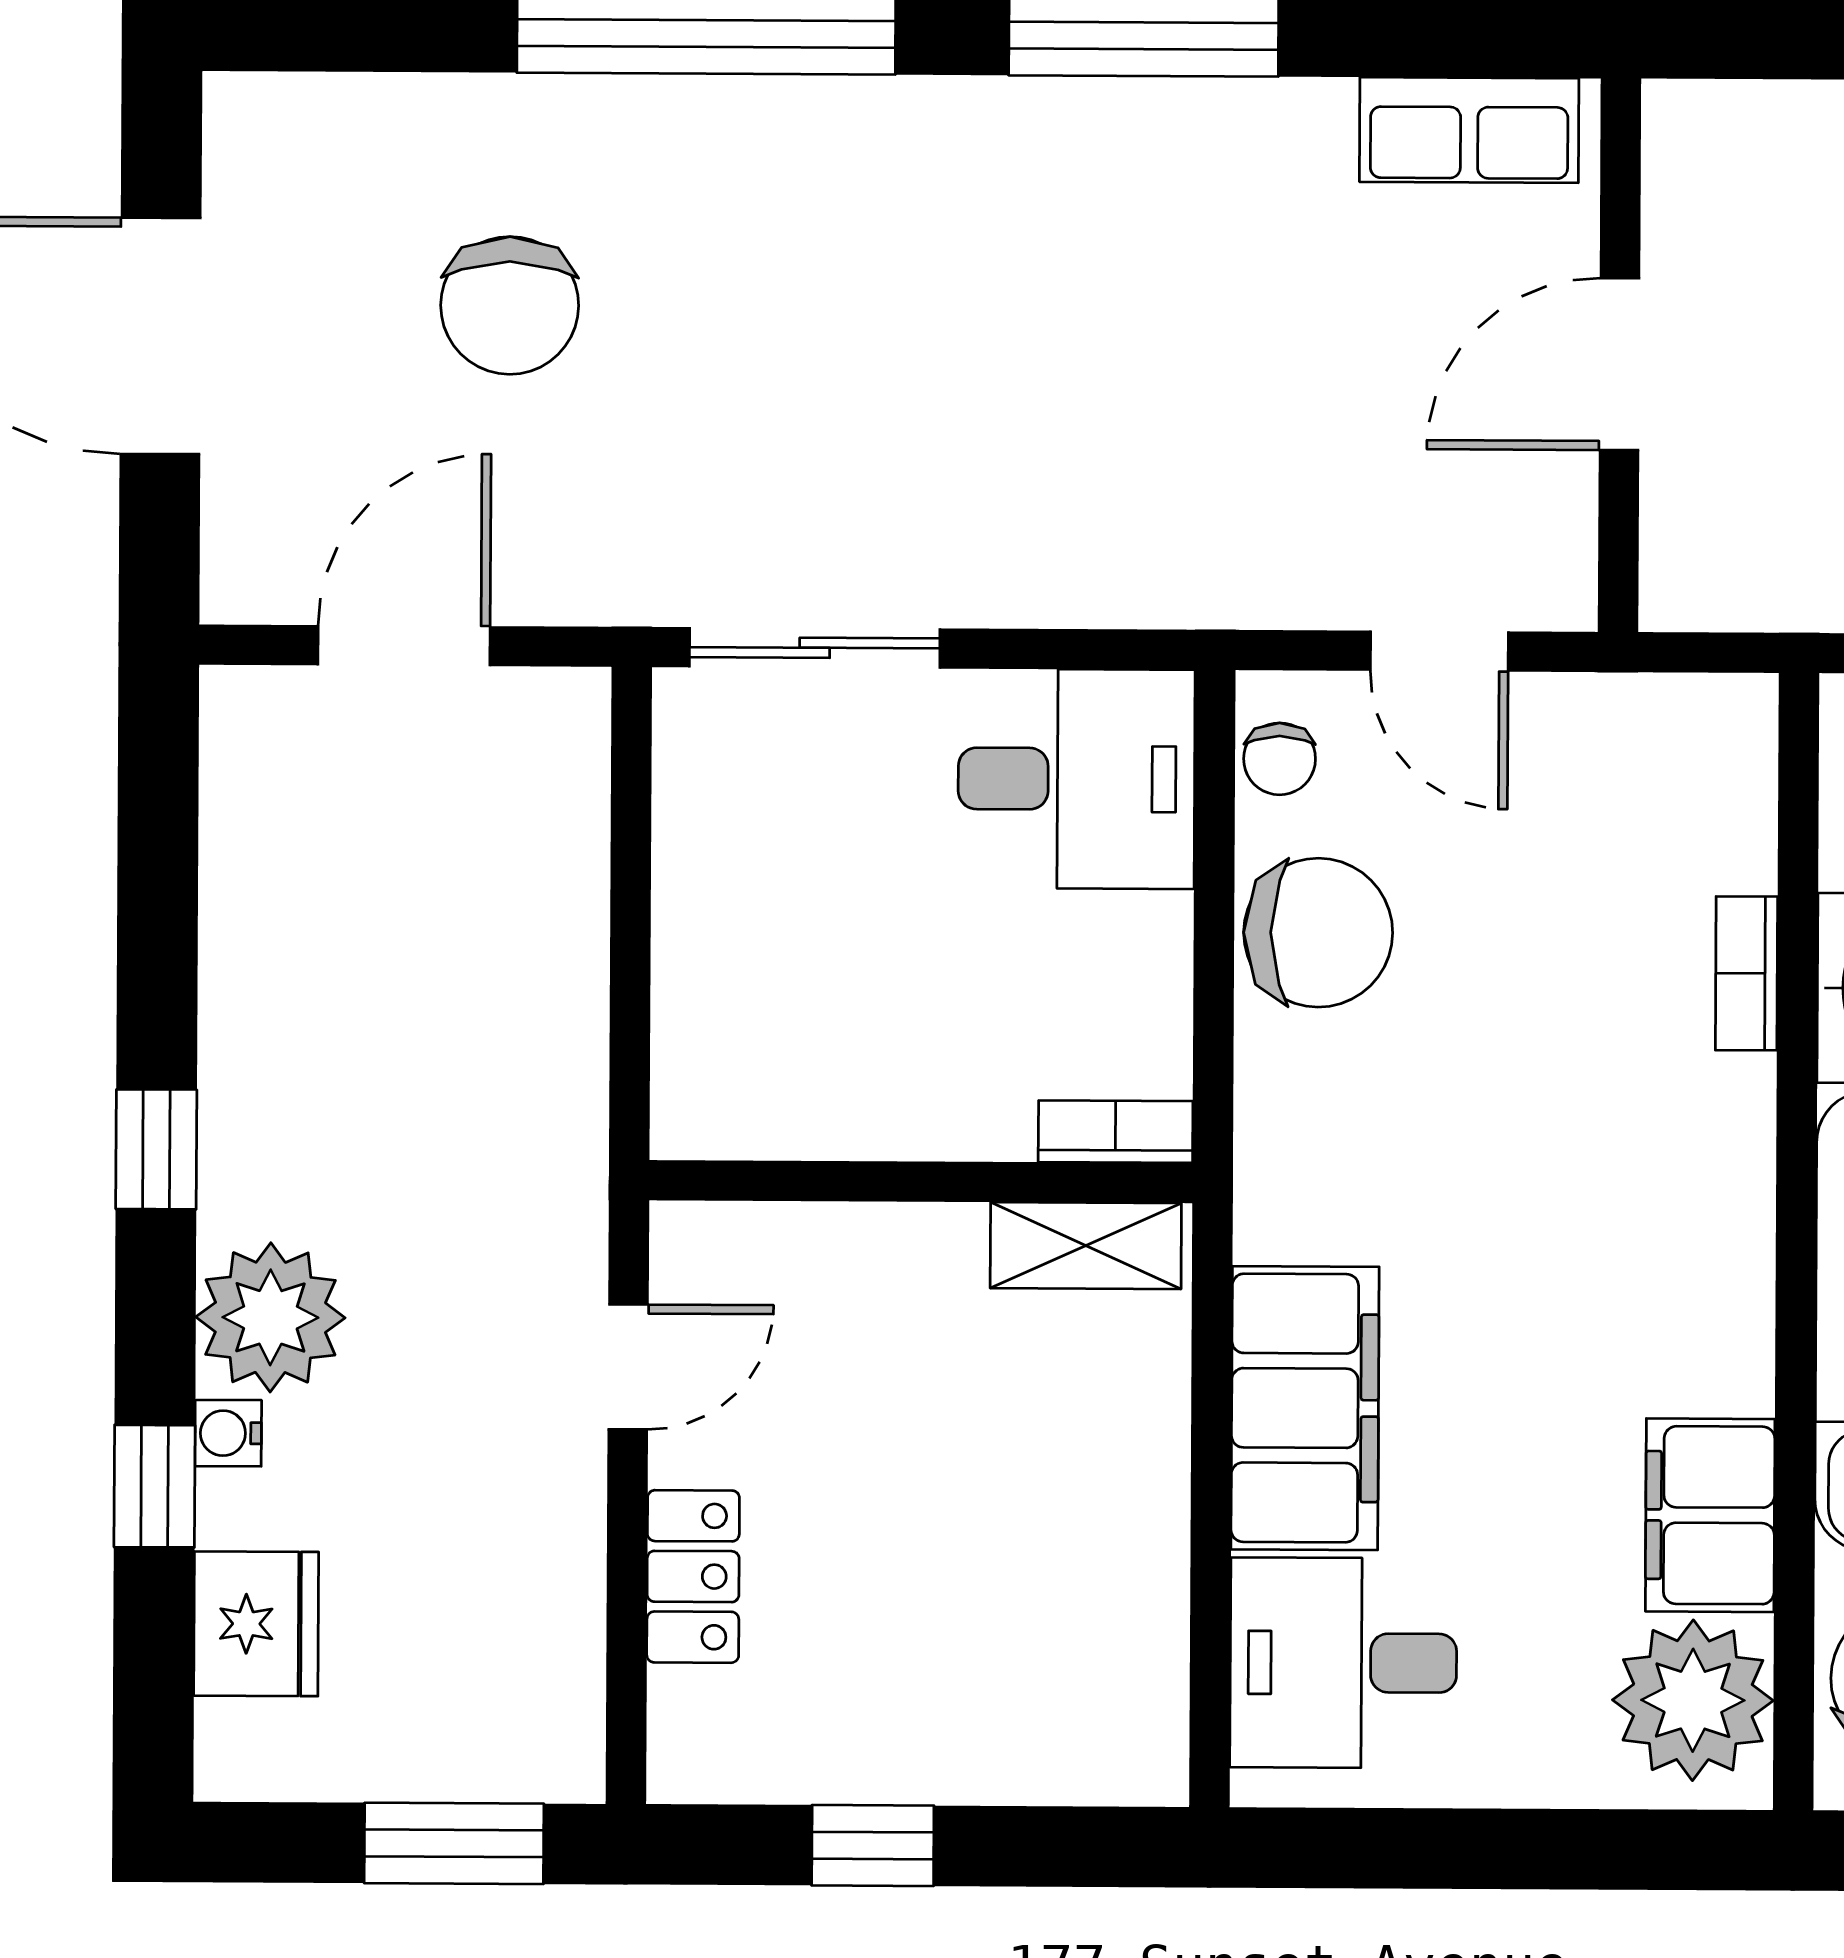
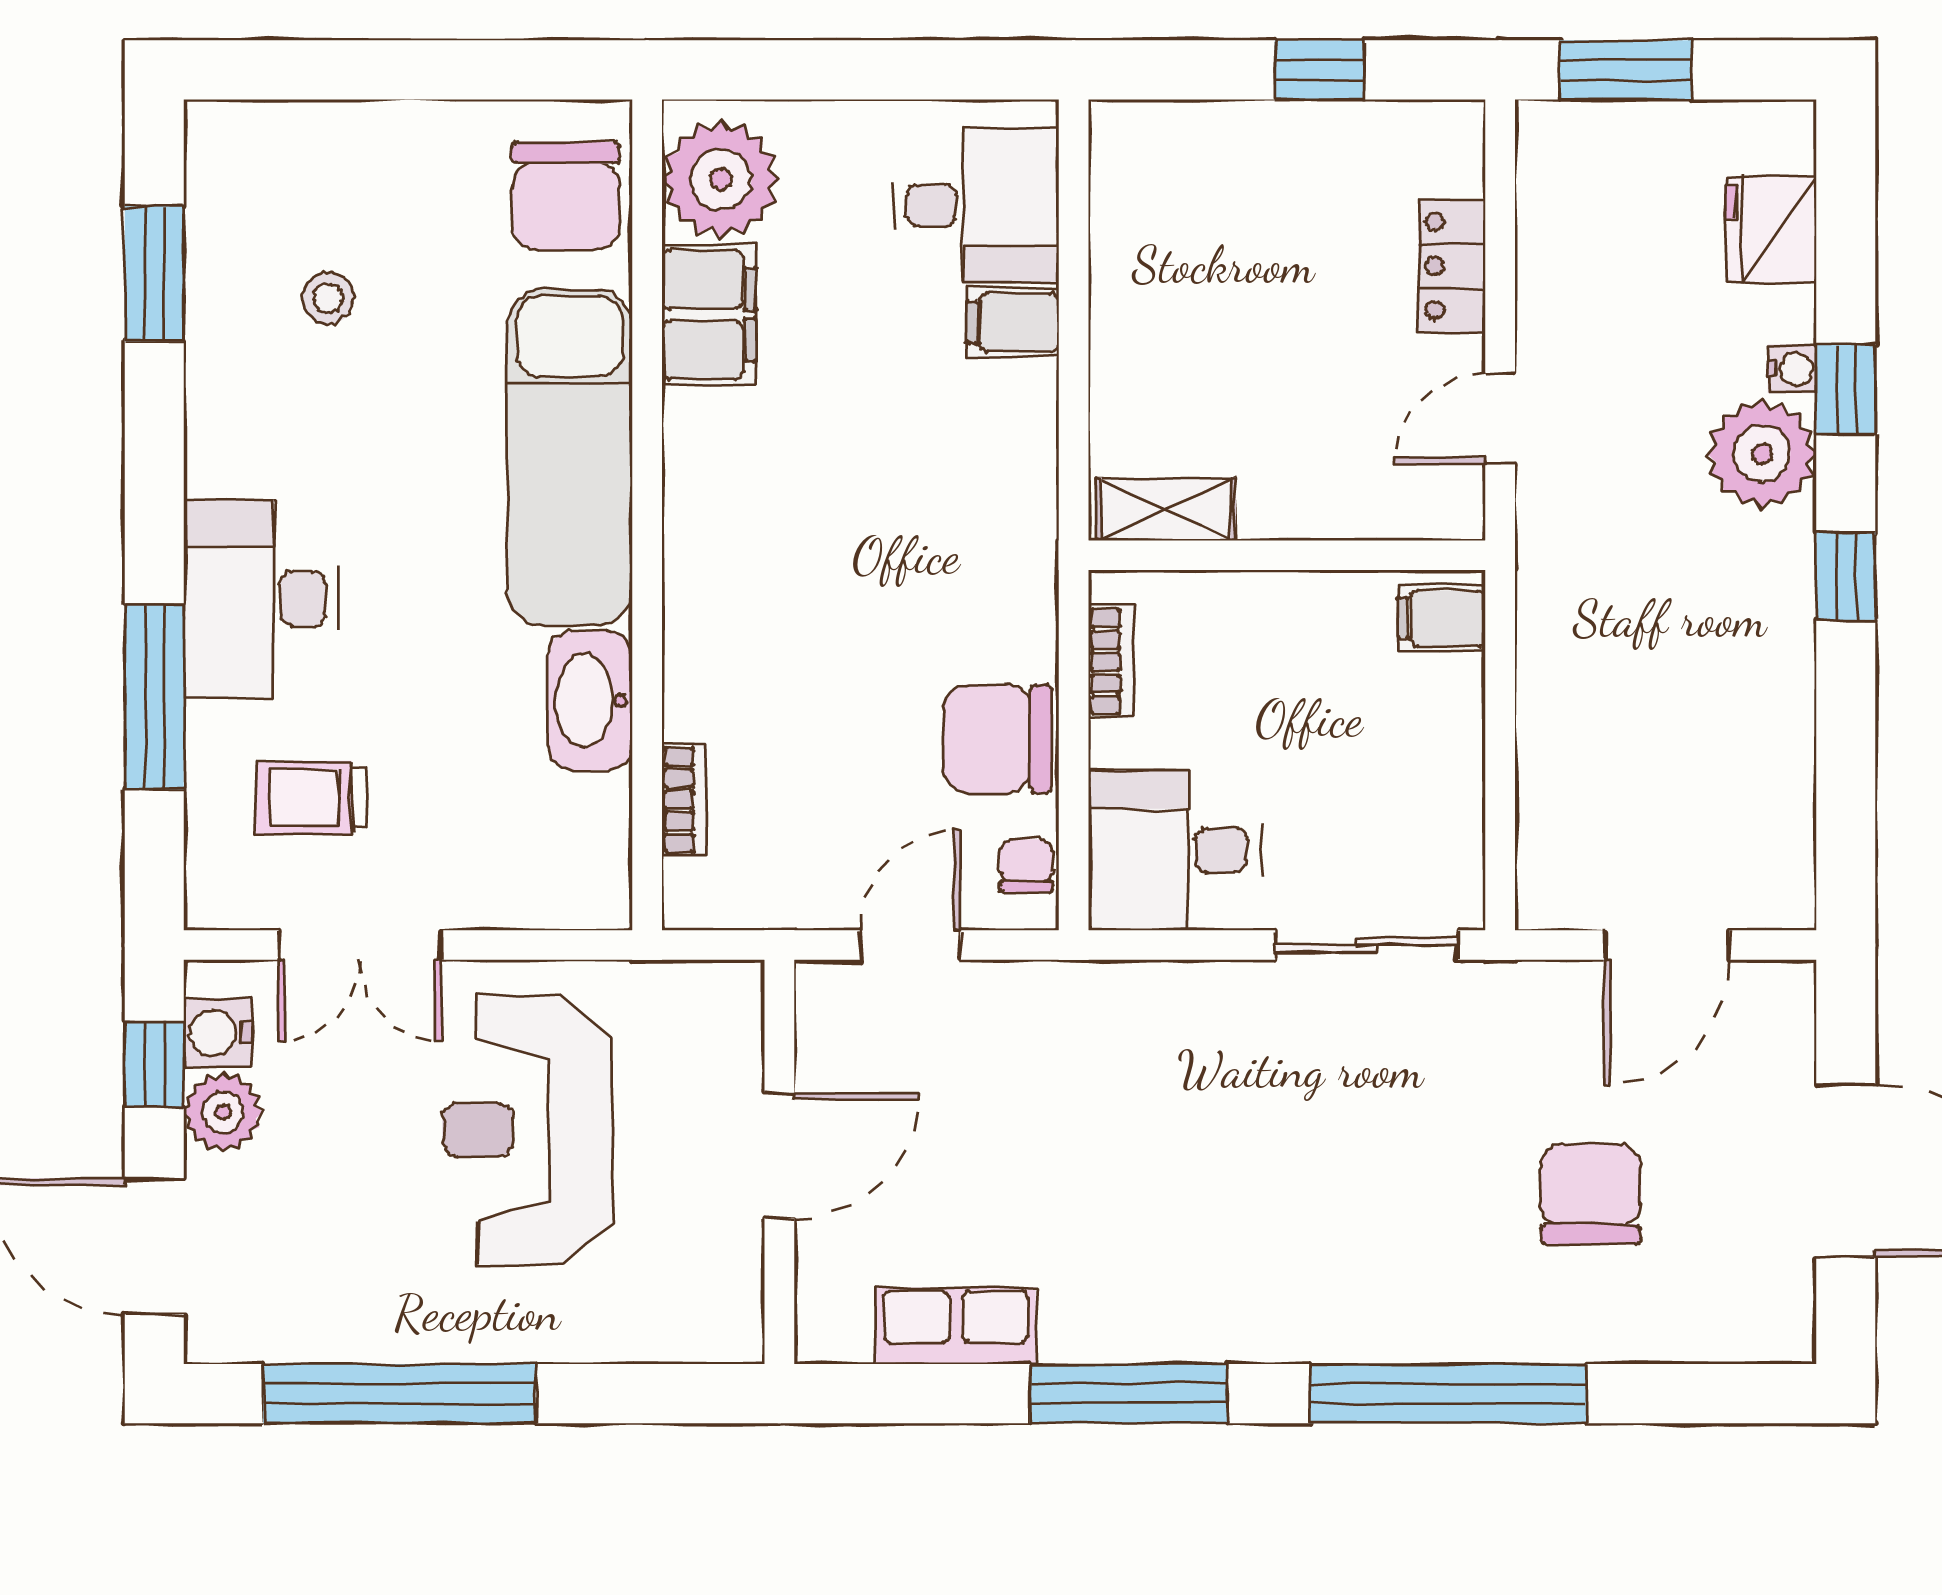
row of seats: (1469, 130) -> (956, 1326), moved
door: (1439, 651) -> (910, 945), hinge flipped
bookcase: (1746, 973) -> (684, 800), moved
filing cabinet: (710, 1095) -> (1442, 618), added
bookcase: (1116, 1132) -> (1111, 662), moved, turned -90
filing cabinet: (1305, 1408) -> (1013, 322), width x0.33, depth x0.86
window: (155, 1486) -> (1846, 389), moved

